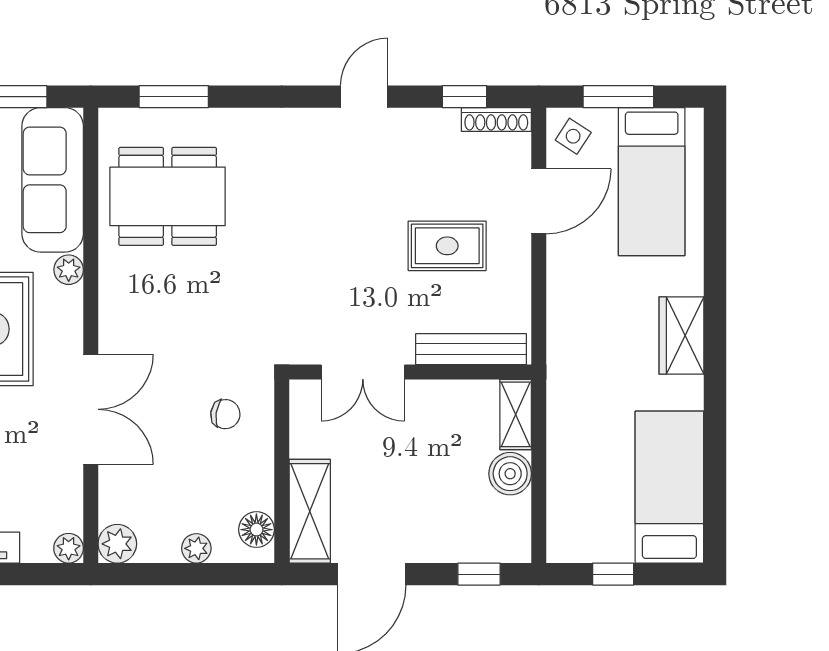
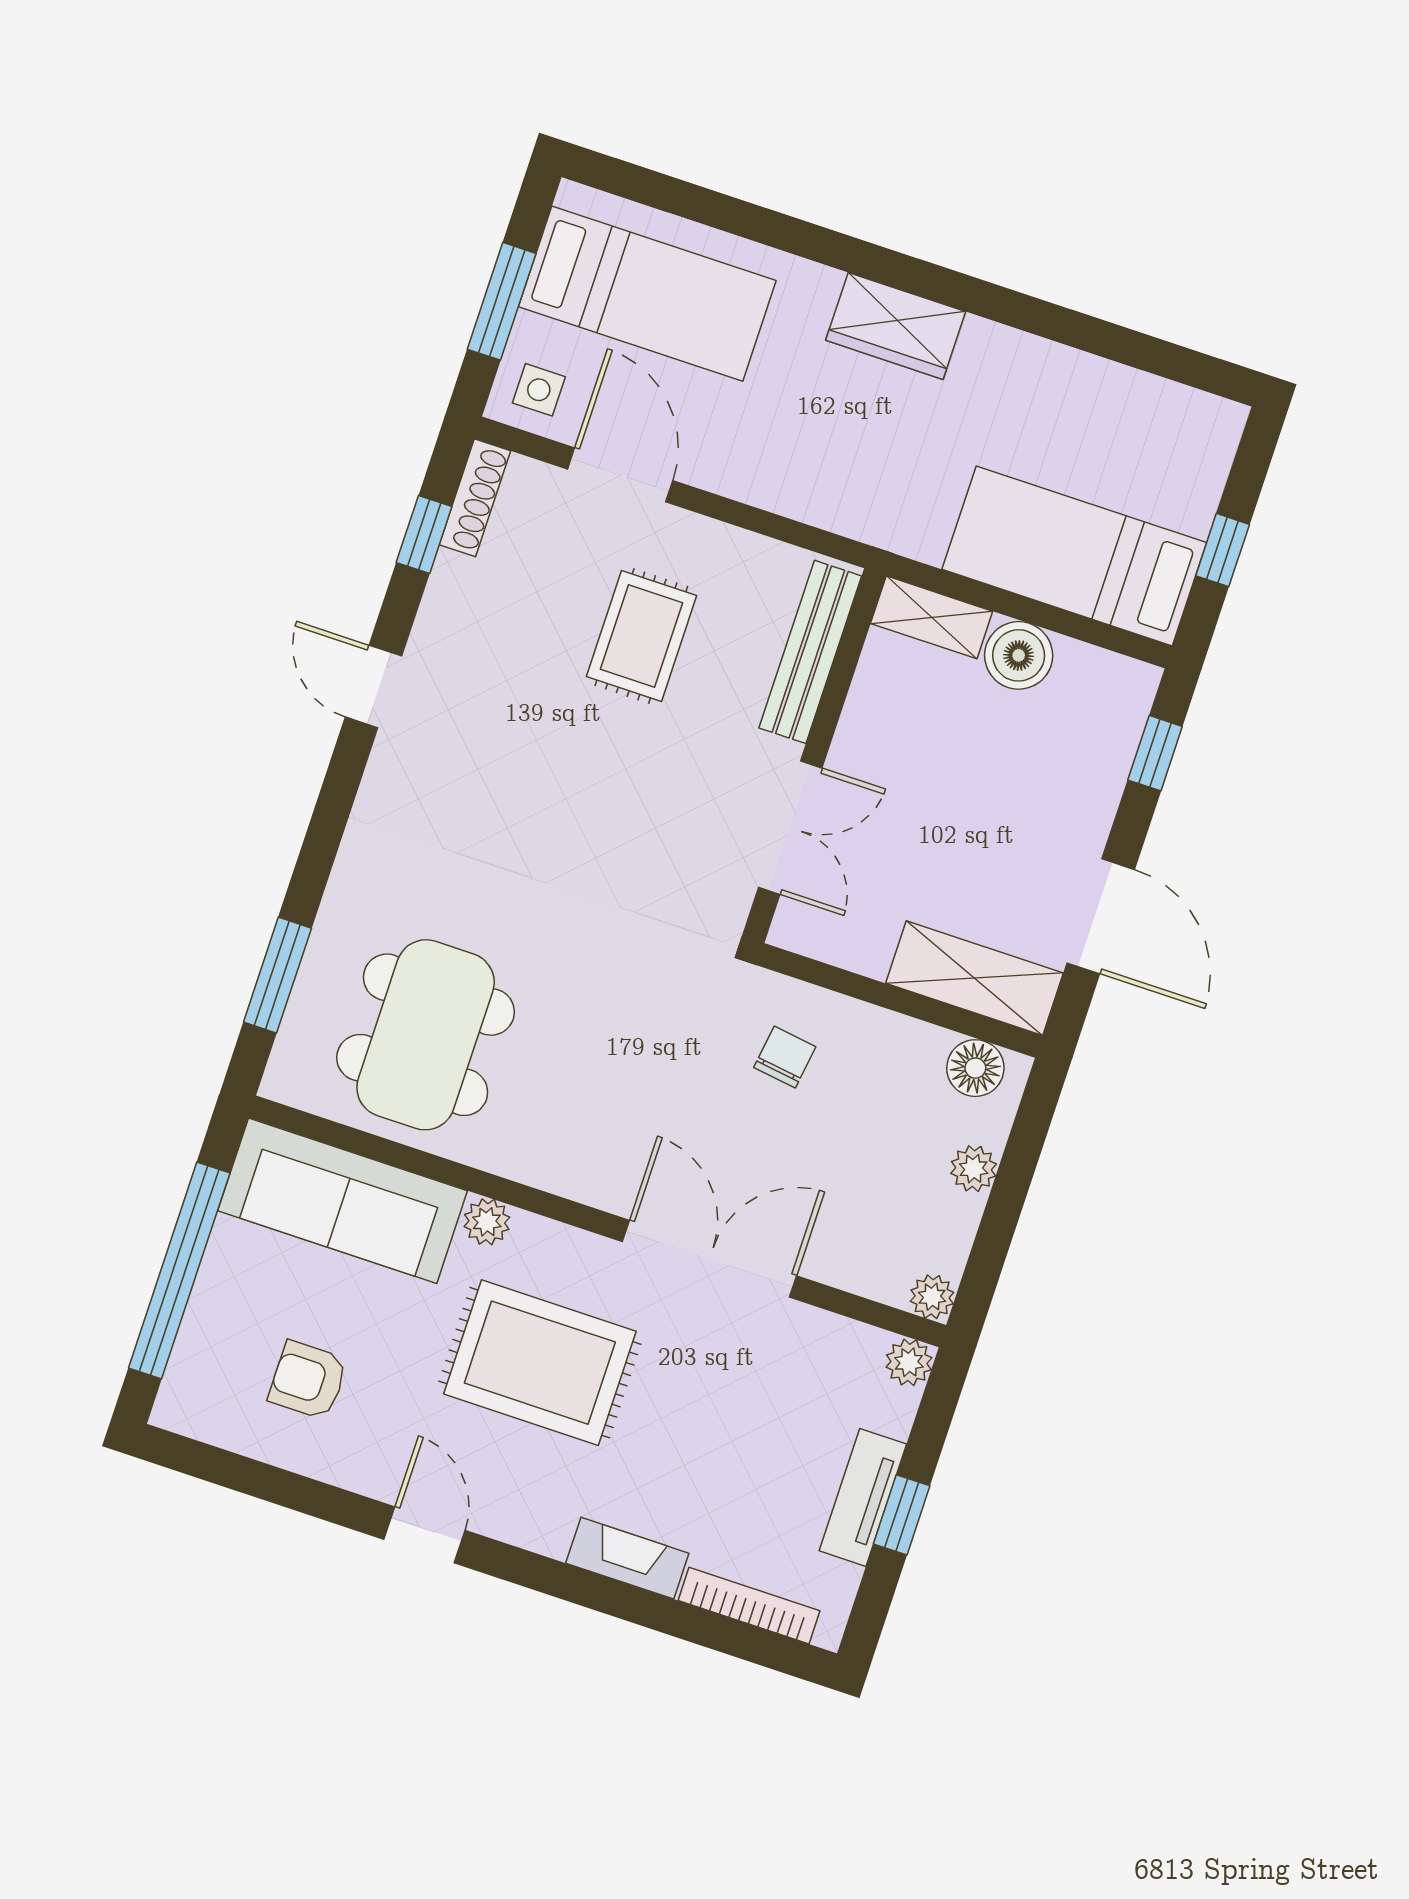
side table: (573, 136) -> (539, 390), turned -33
bed: (669, 487) -> (1074, 556), moved
plant: (117, 544) -> (932, 1297), width x0.73, depth x0.73

